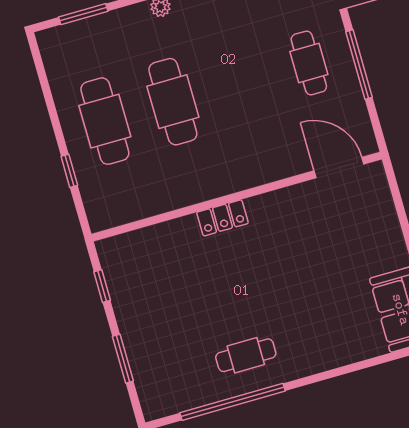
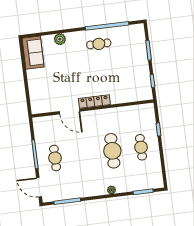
cafe table: (105, 121) -> (141, 147), width x0.73, depth x0.74
door: (339, 167) -> (70, 111), moved
locker: (222, 218) -> (94, 101), width x1.53
plant: (342, 352) -> (60, 39), added

